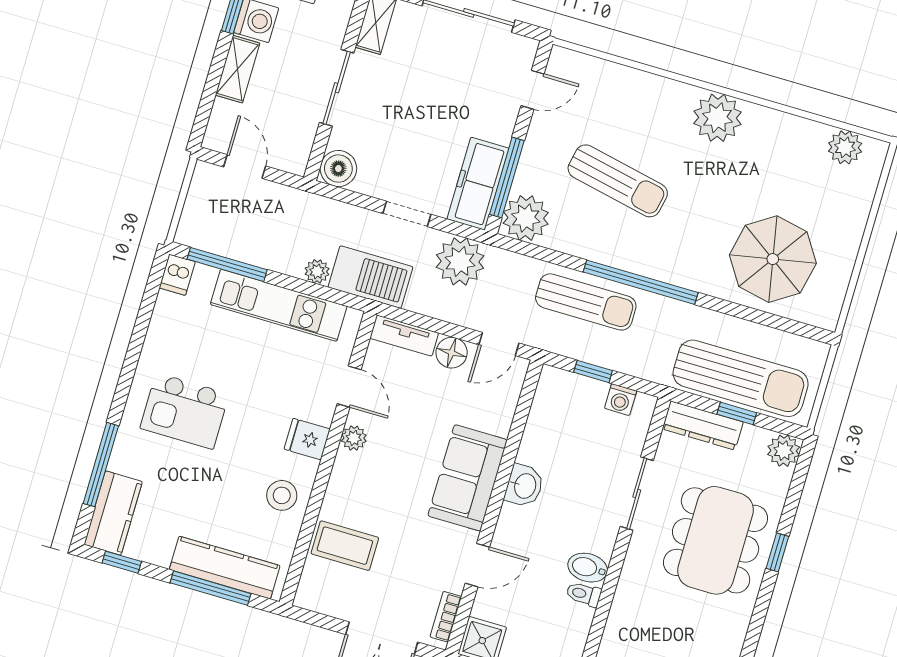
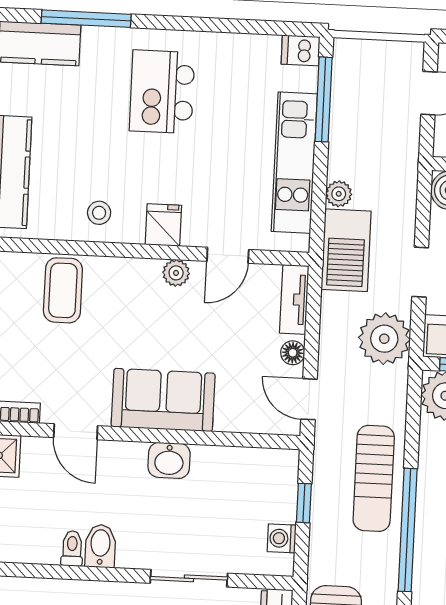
floor lamp: (452, 353) -> (293, 353), width x0.73, depth x0.73
stool: (282, 495) -> (99, 213), width x0.73, depth x0.73

